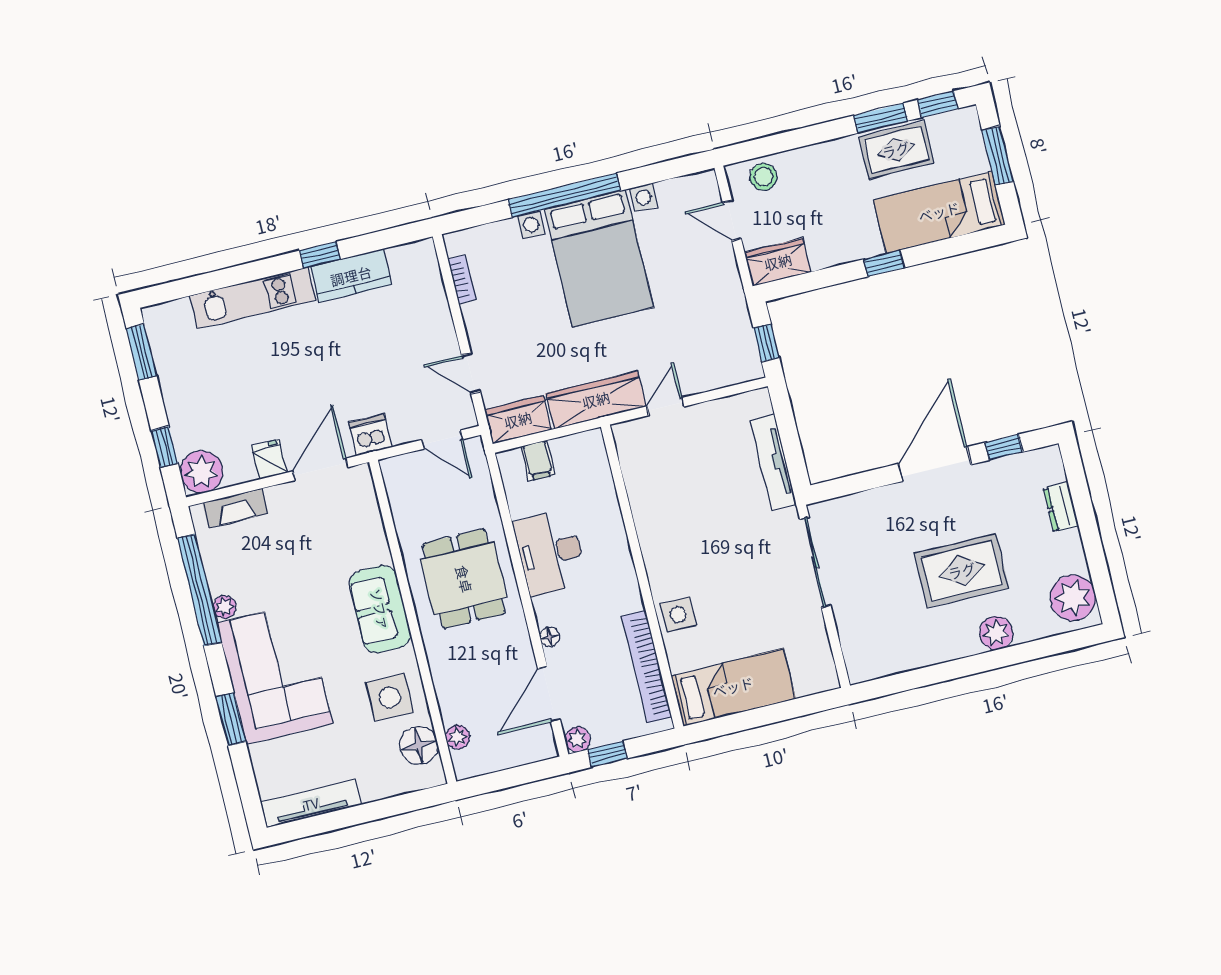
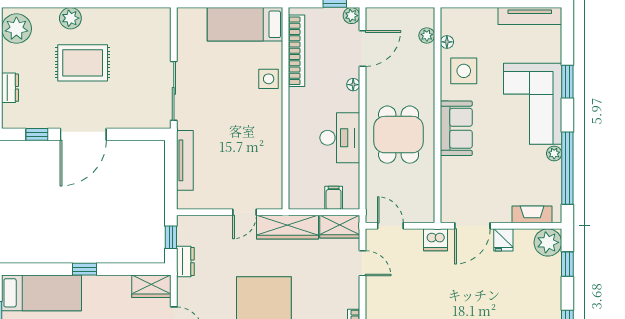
dresser: (736, 312) -> (185, 261), added
floor lamp: (419, 745) -> (447, 42), width x0.53, depth x0.53

